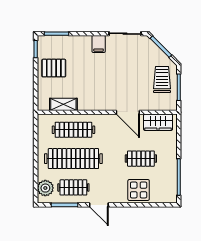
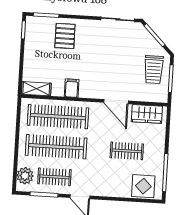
filing cabinet: (99, 44) -> (72, 88), moved, turned 180
pallet: (54, 68) -> (65, 36), moved, turned 90
trolley: (162, 80) -> (154, 70), turned 180
shelving: (63, 104) -> (36, 89), moved
clothes rail: (73, 130) -> (58, 117), width x1.37, depth x1.31
display table: (139, 190) -> (143, 186), moved

